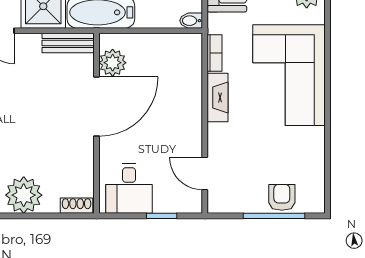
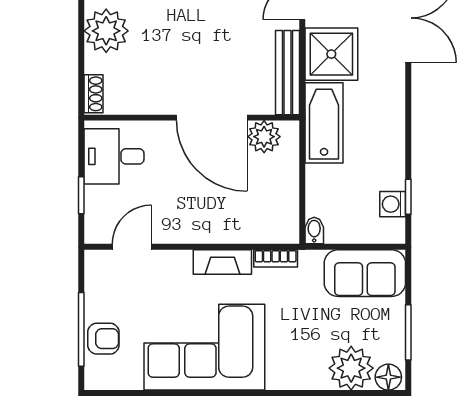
bench: (68, 43) -> (288, 73), width x1.36
corner sofa: (289, 75) -> (204, 347), moved

